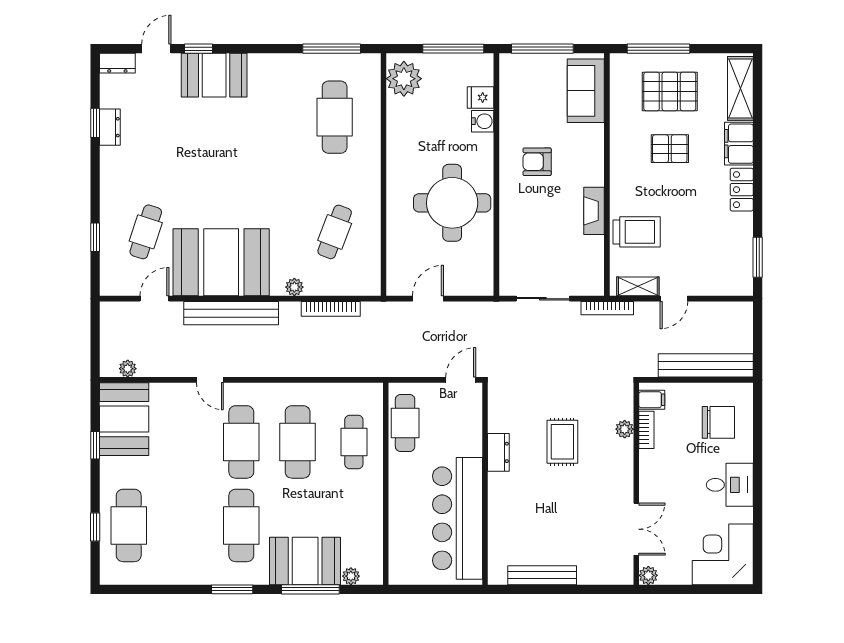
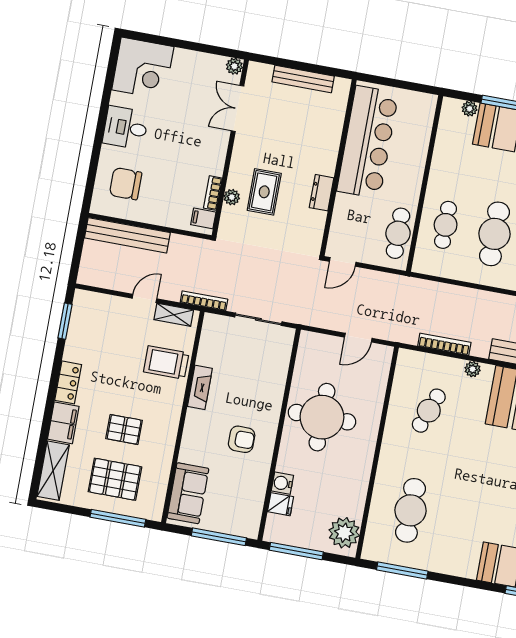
filing cabinet: (652, 400) -> (203, 218), moved
plant: (625, 429) -> (232, 197), moved
bookcase: (646, 430) -> (213, 193), moved
wall: (636, 484) -> (230, 148), moved
double door: (636, 529) -> (238, 108), moved
plant: (648, 575) -> (234, 66), moved

